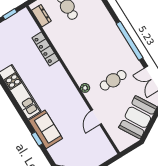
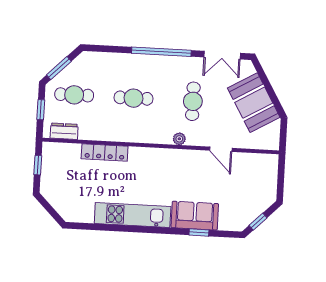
cafe table: (90, 43) -> (134, 98), added

